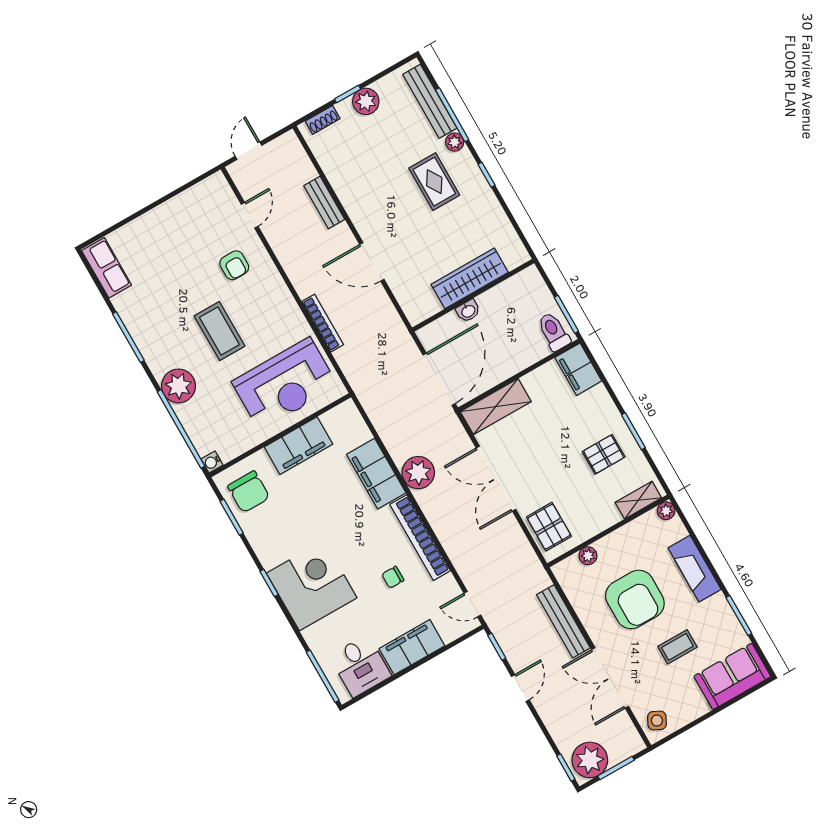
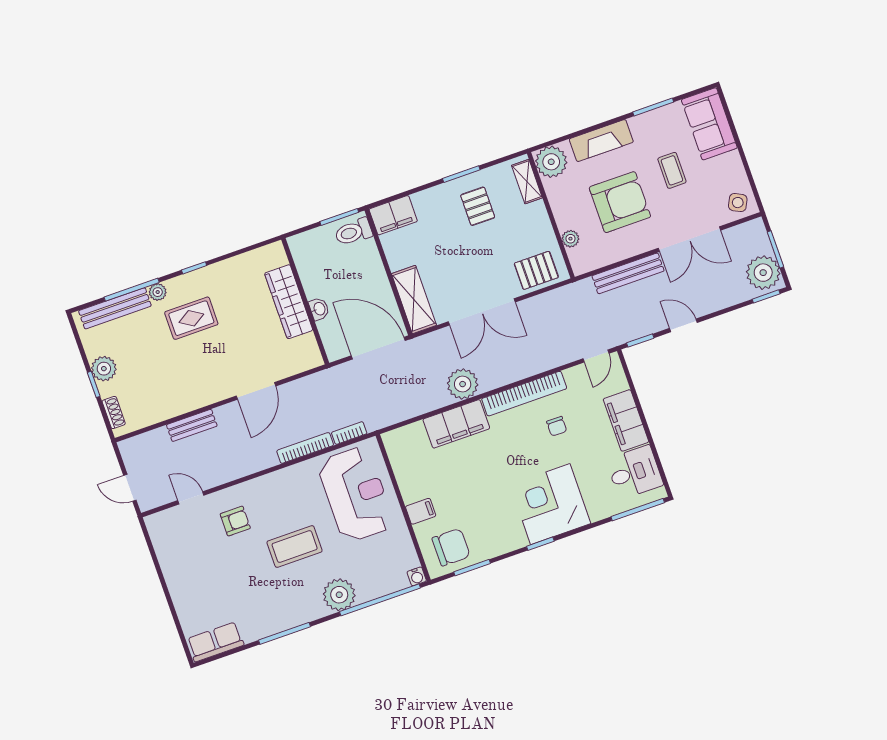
bookcase: (346, 365) -> (349, 433), added
filing cabinet: (298, 446) -> (421, 511), width x0.33, depth x0.86
plant: (666, 511) -> (551, 162), width x1.88, depth x1.88

